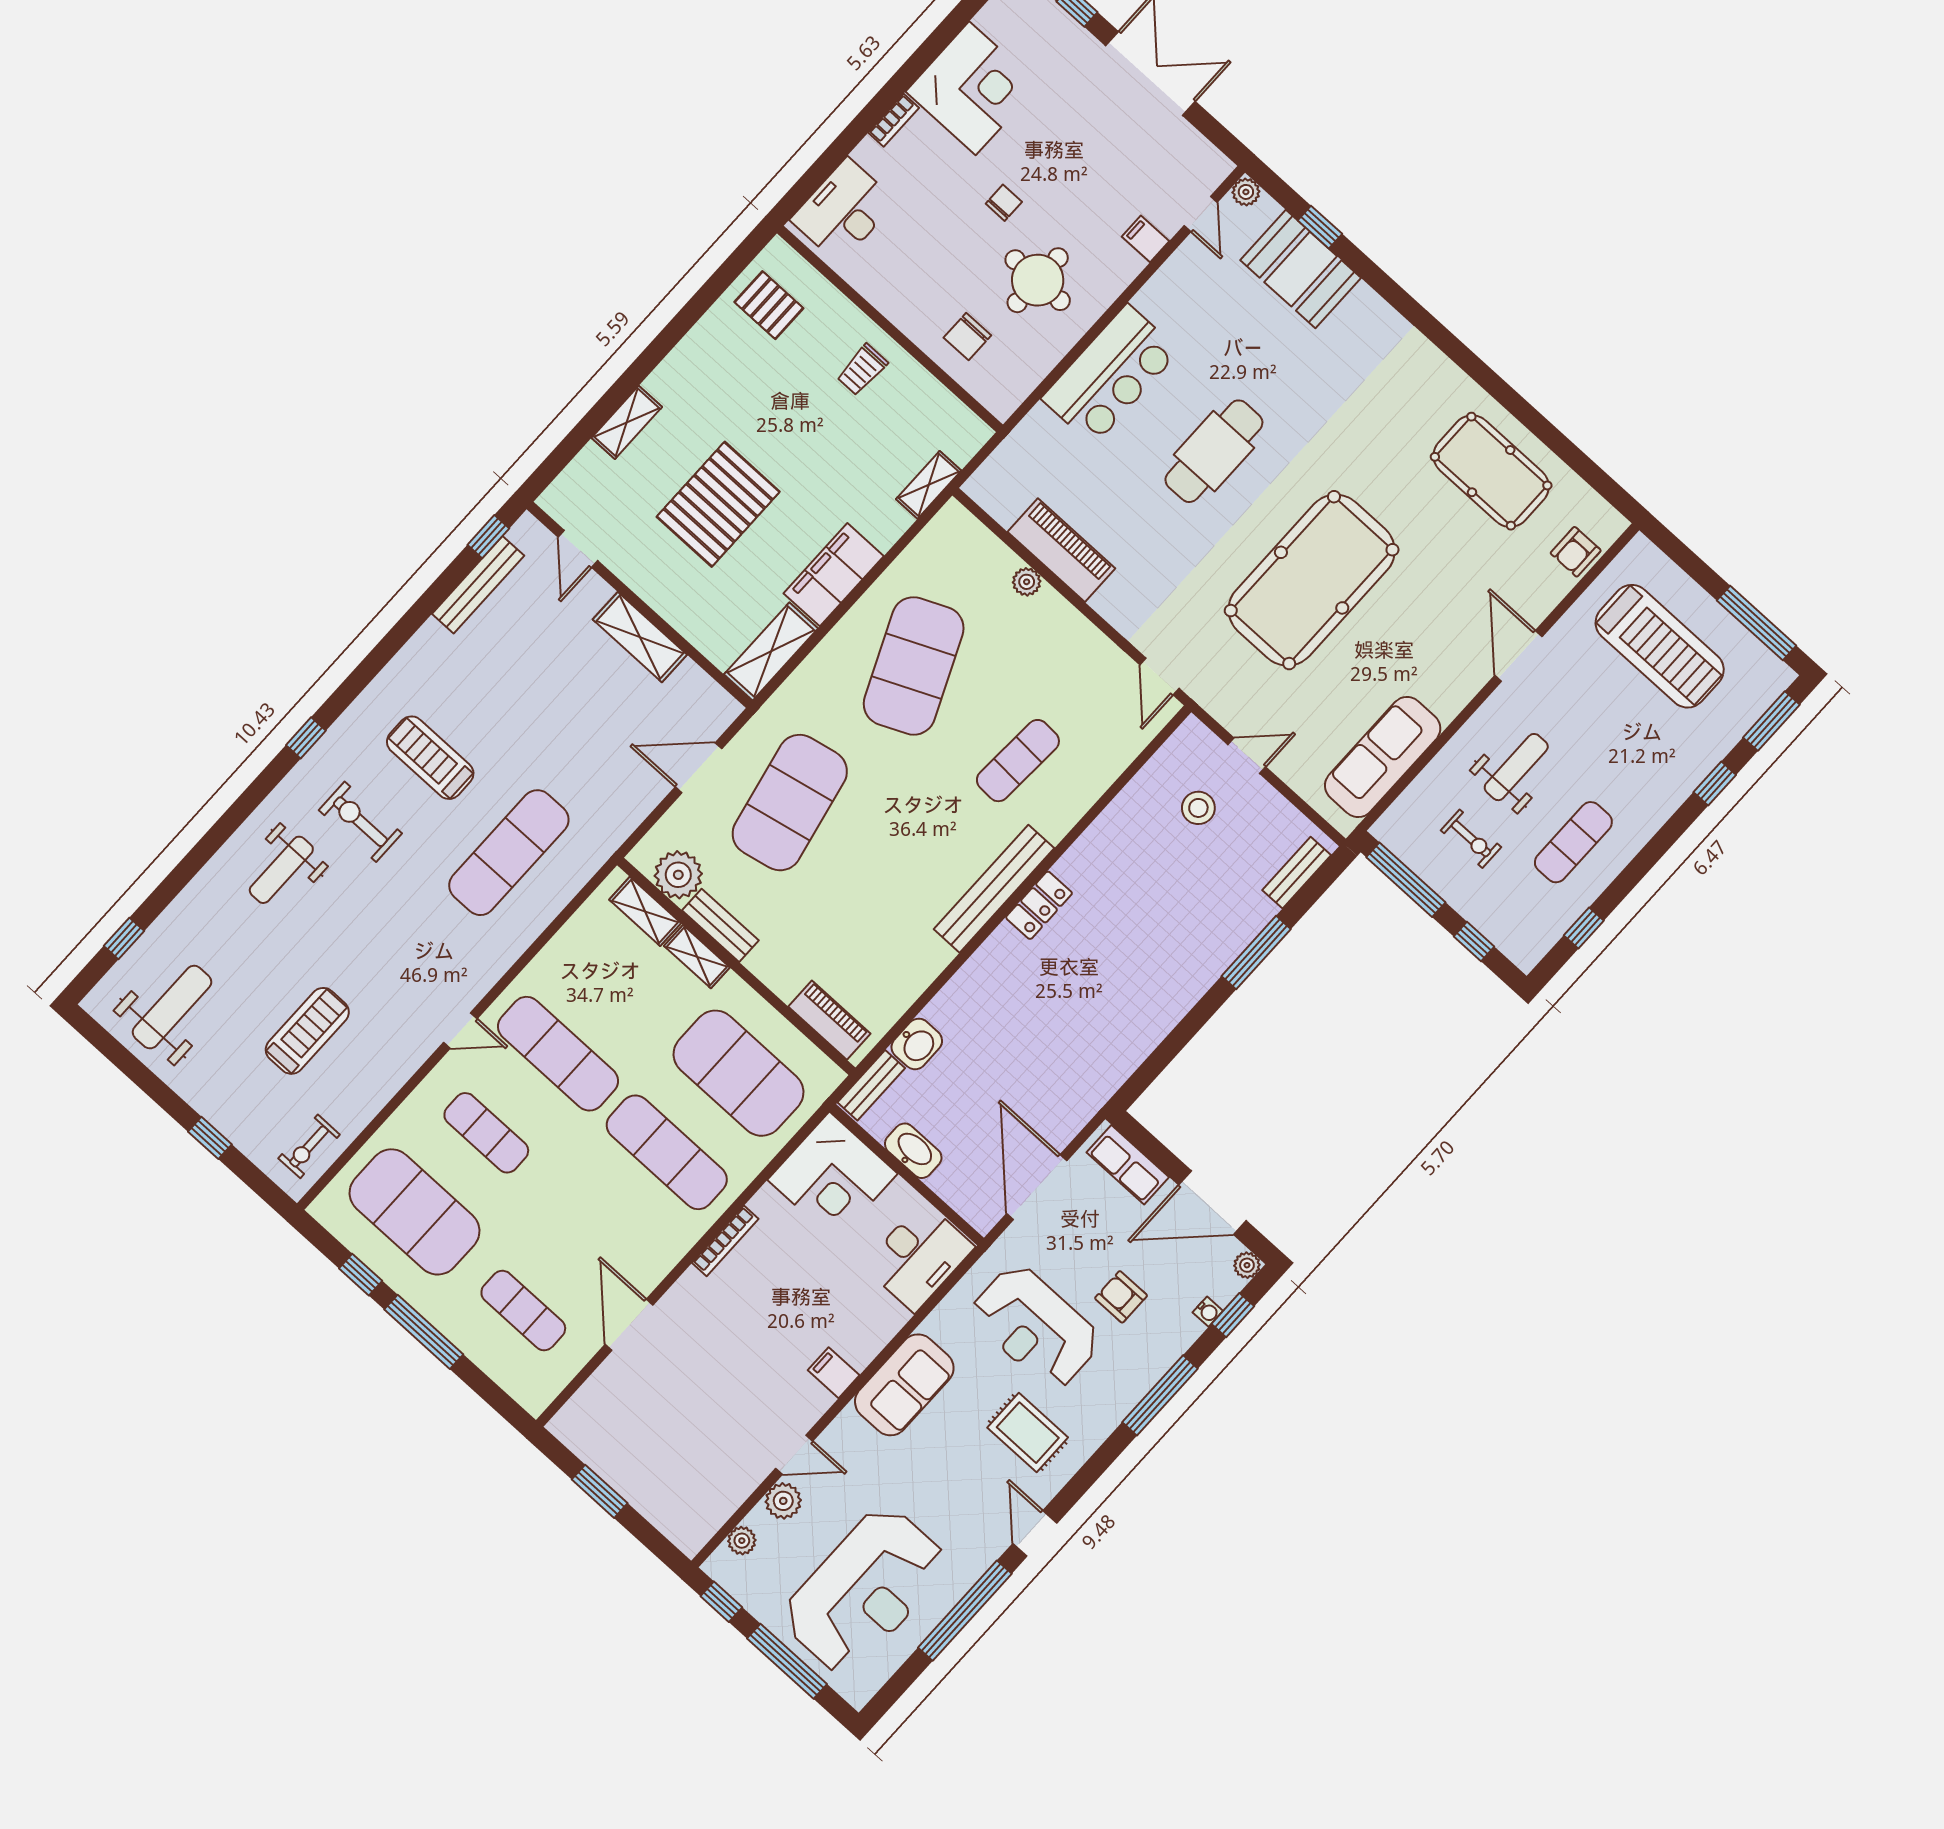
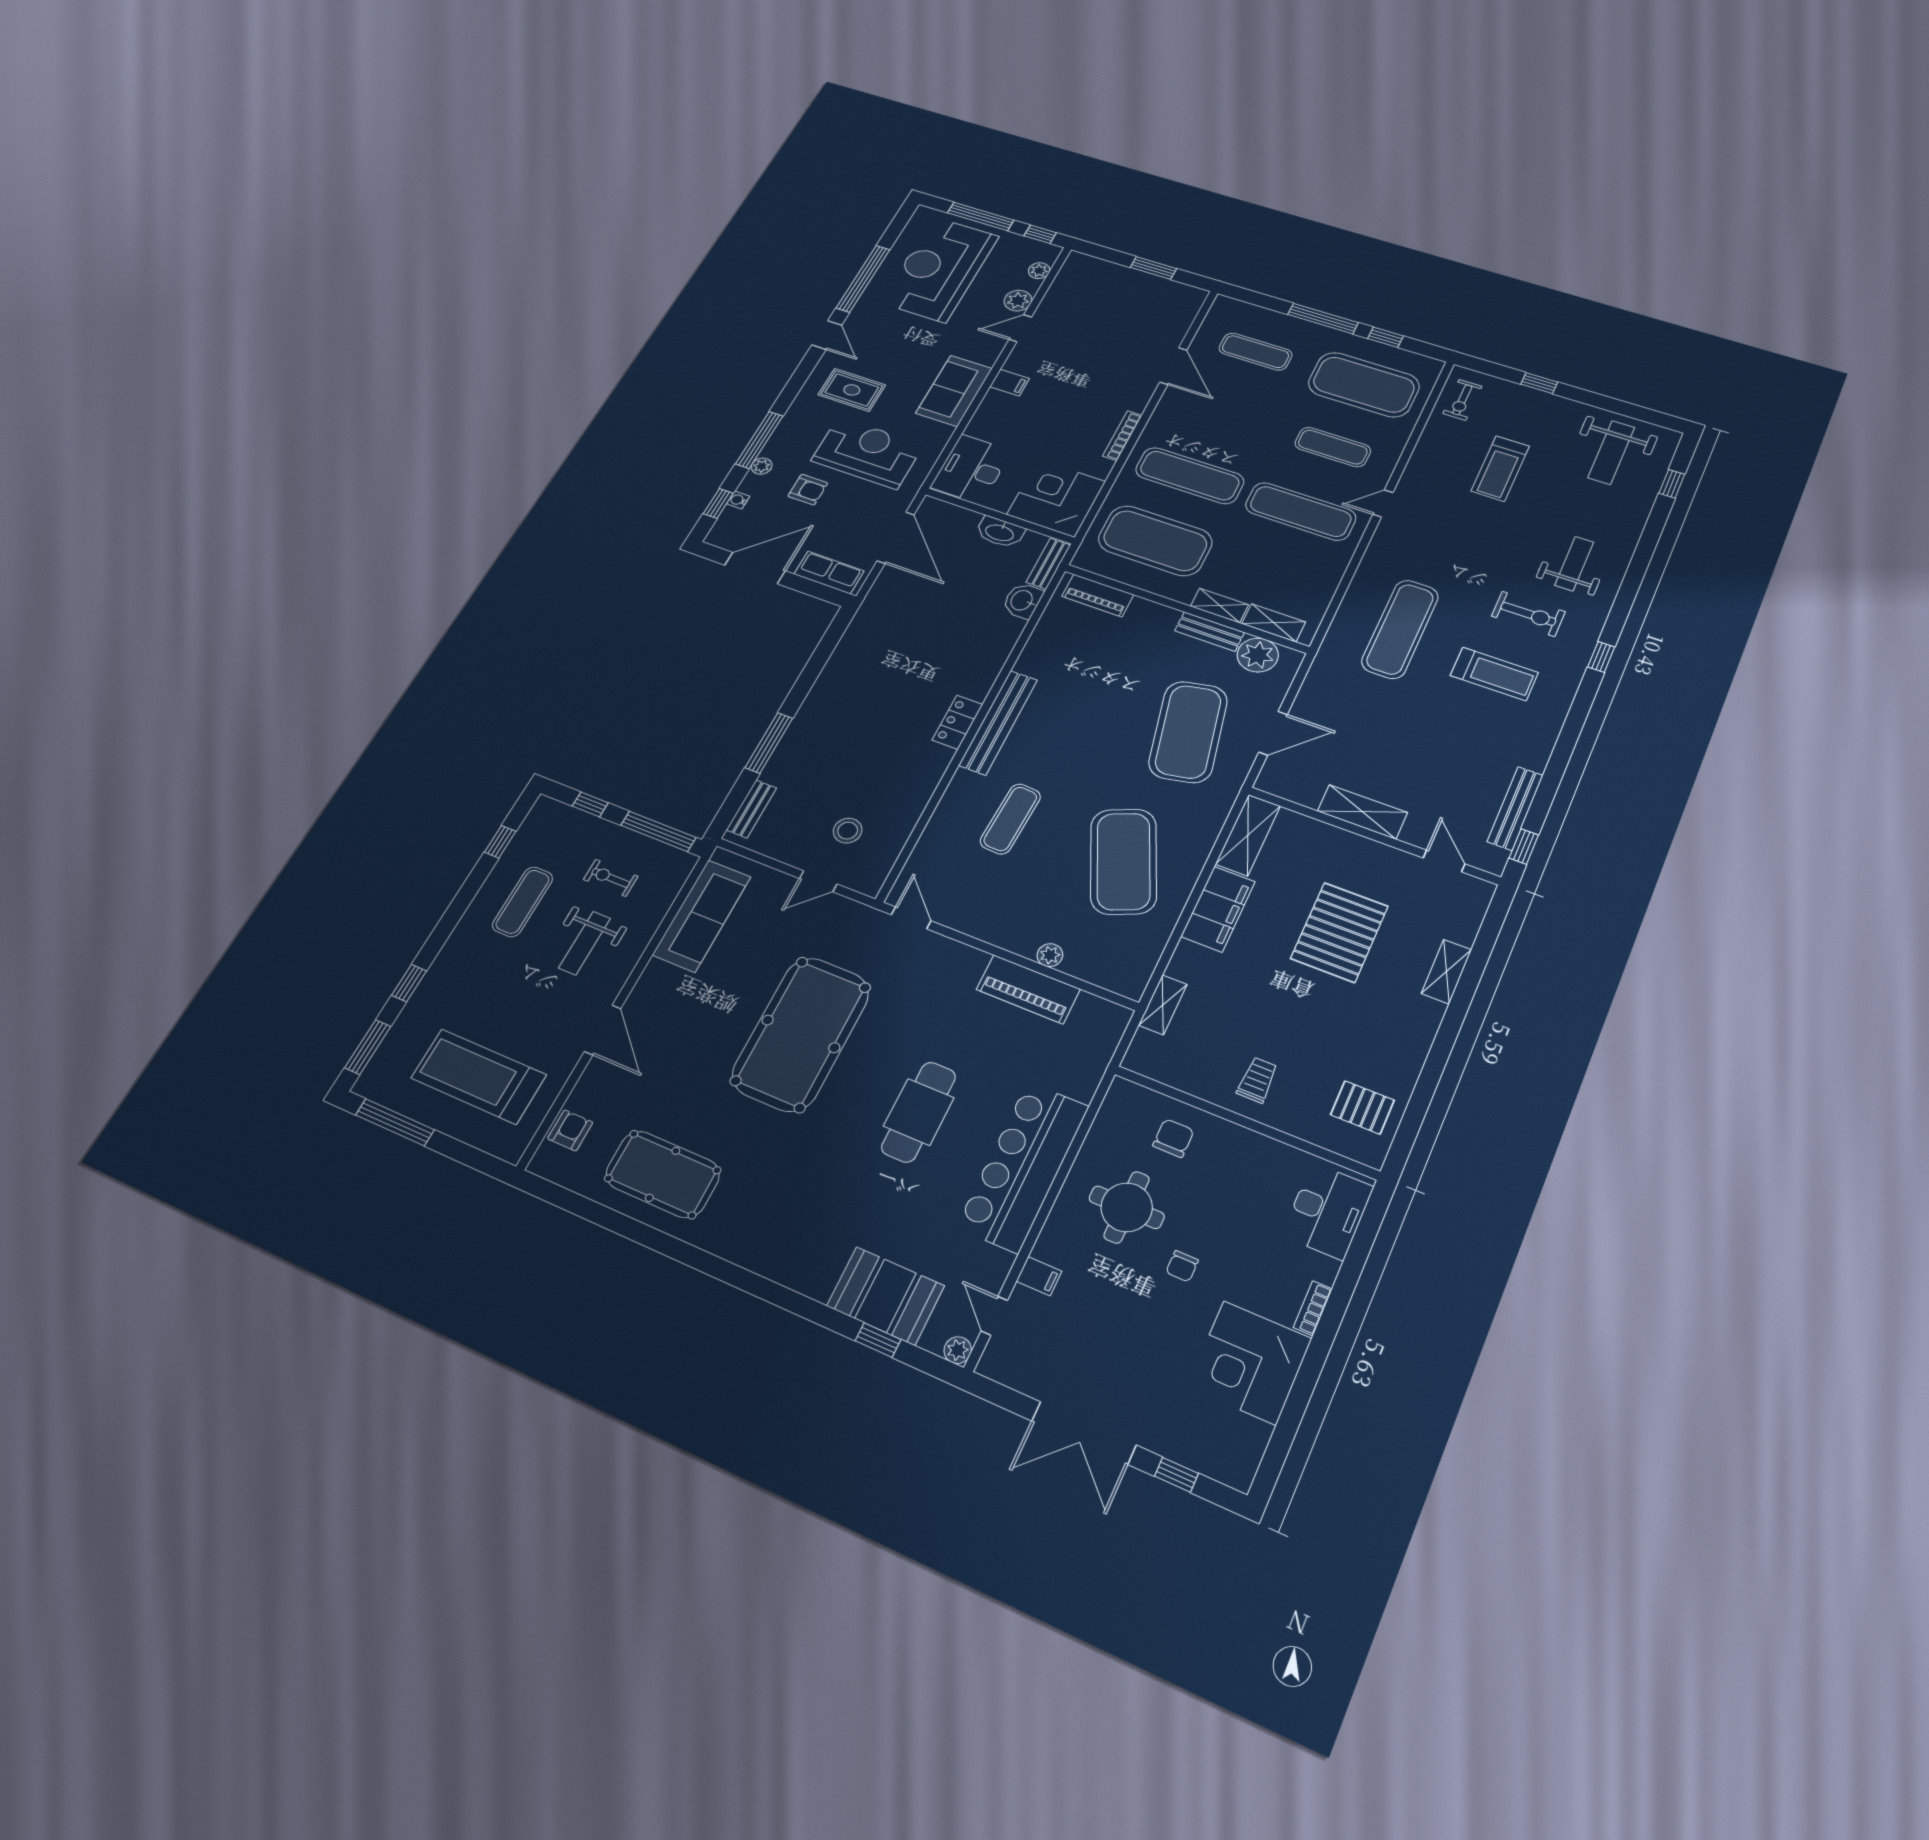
bar counter: (1110, 375) -> (1023, 1166), width x1.36
exercise bike: (309, 1146) -> (1462, 400), turned 180
plant: (1247, 1265) -> (762, 466), moved

